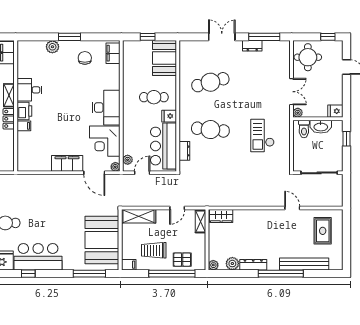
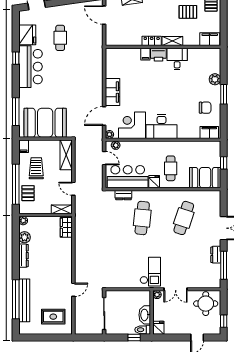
cafe table: (210, 82) -> (184, 218), turned 33
toilet: (304, 129) -> (143, 330), moved
checkout: (262, 136) -> (150, 272), moved, turned 90
window: (281, 274) -> (16, 299), moved

